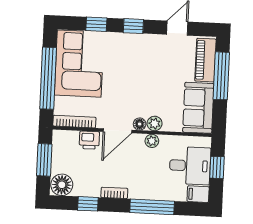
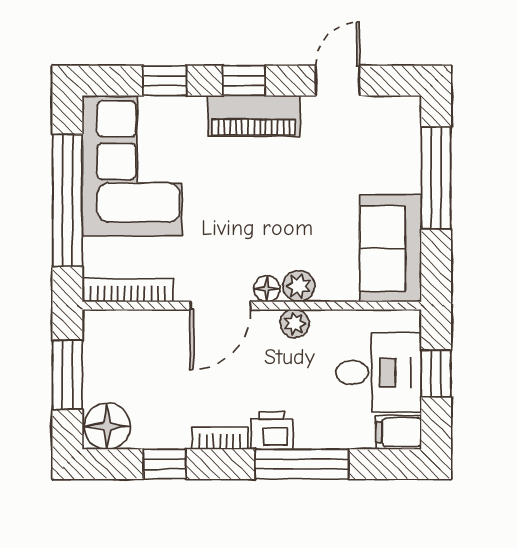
piano: (205, 60) -> (254, 116), moved, turned -90
printer: (89, 140) -> (272, 430), moved, turned 180

